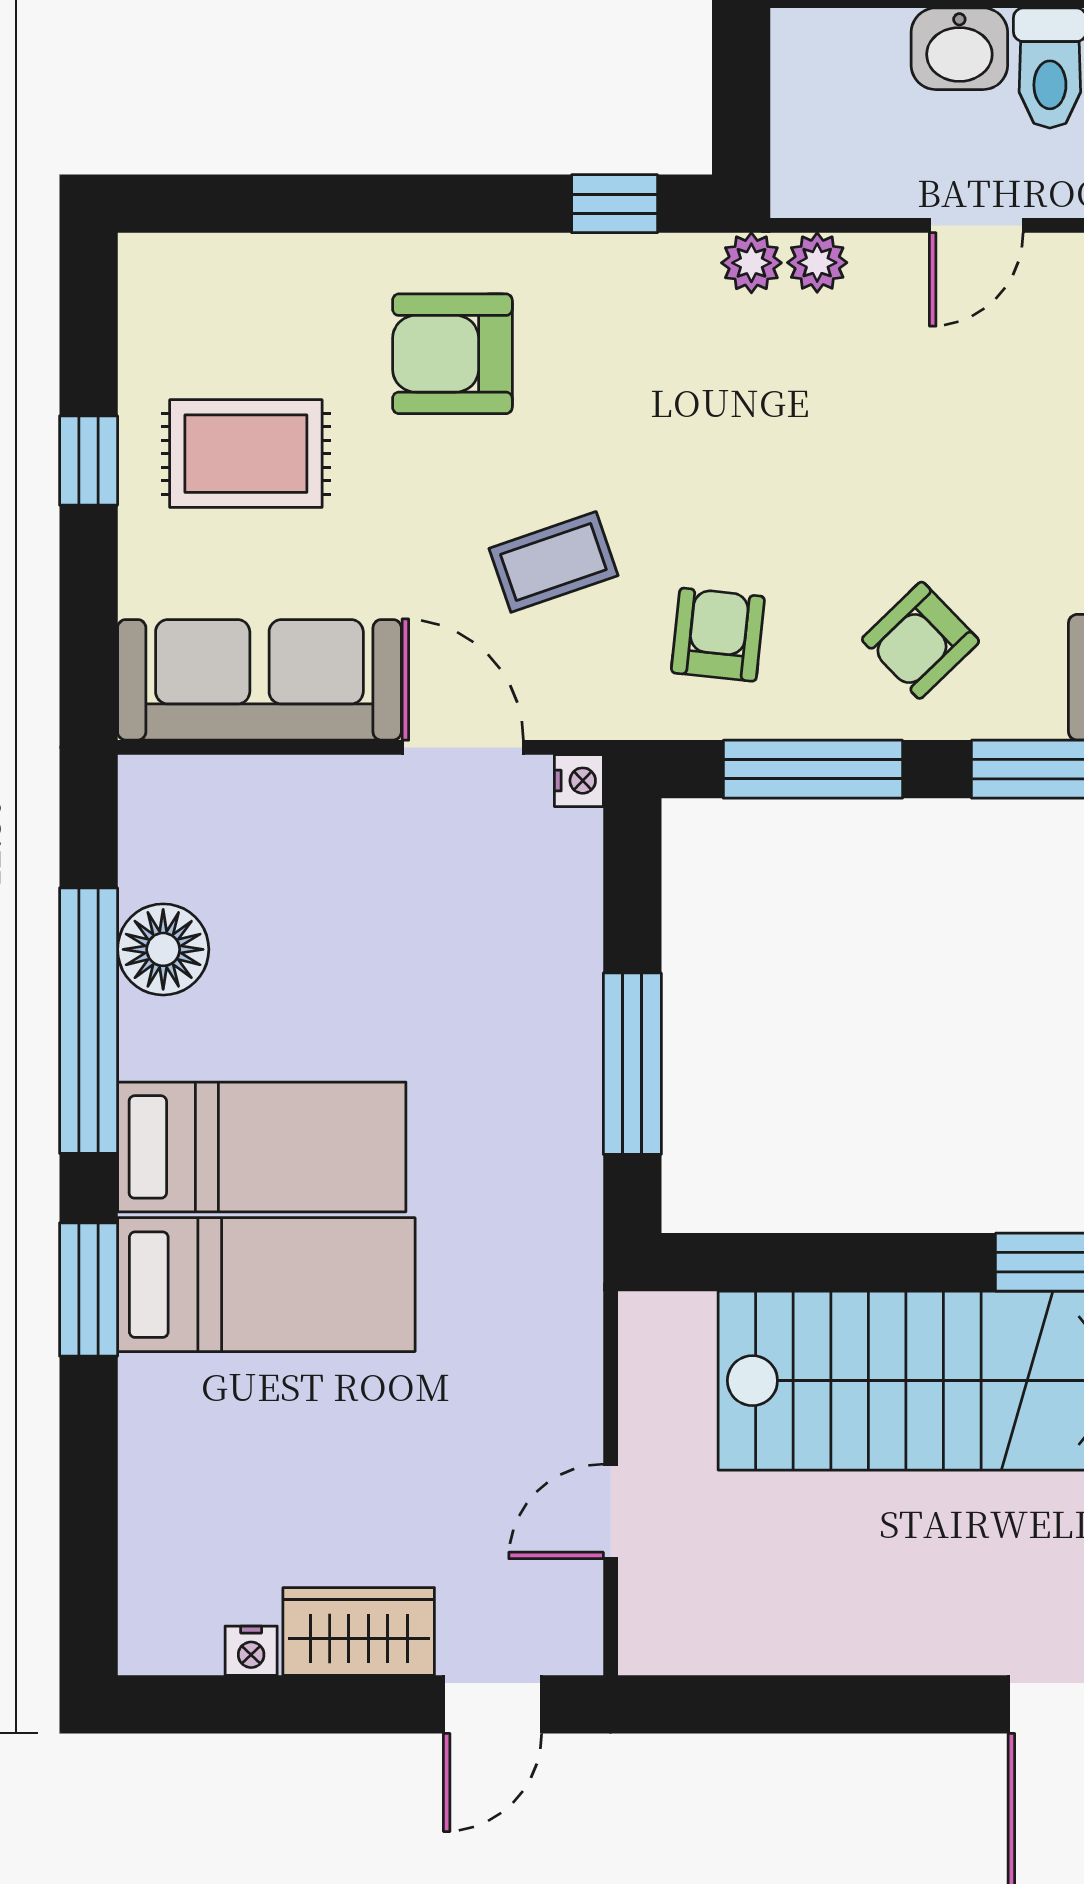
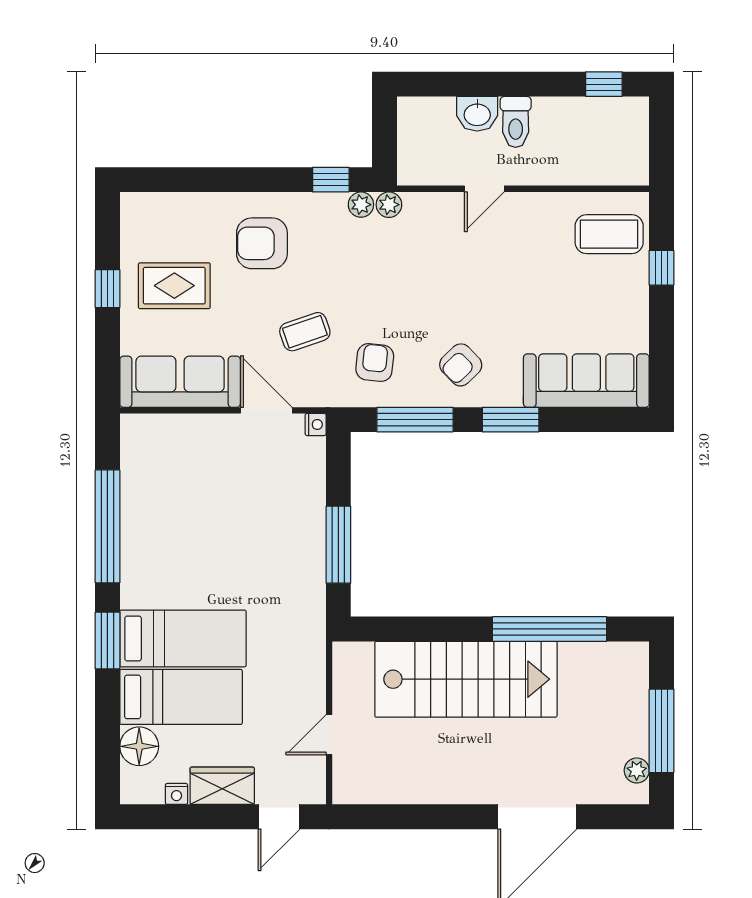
plant: (817, 263) -> (361, 205), moved
floor lamp: (163, 949) -> (139, 746), moved
bed: (262, 1147) -> (181, 697), moved

